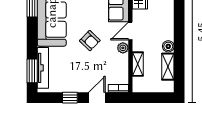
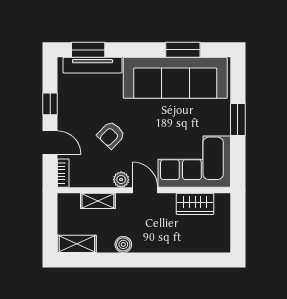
armchair: (90, 41) -> (111, 135), moved
shelving: (168, 67) -> (77, 244), moved

